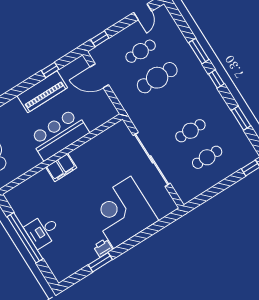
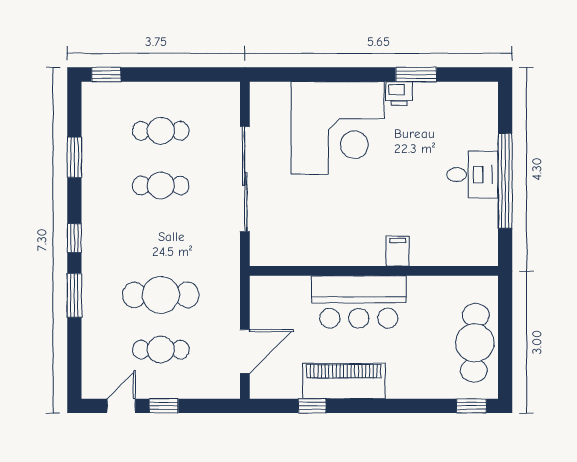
window: (100, 39) -> (164, 406), moved
door: (99, 76) -> (245, 351), hinge flipped
filing cabinet: (61, 168) -> (398, 251), width x0.50

